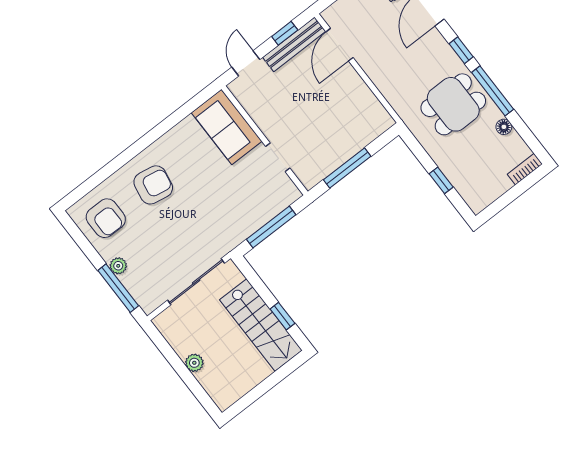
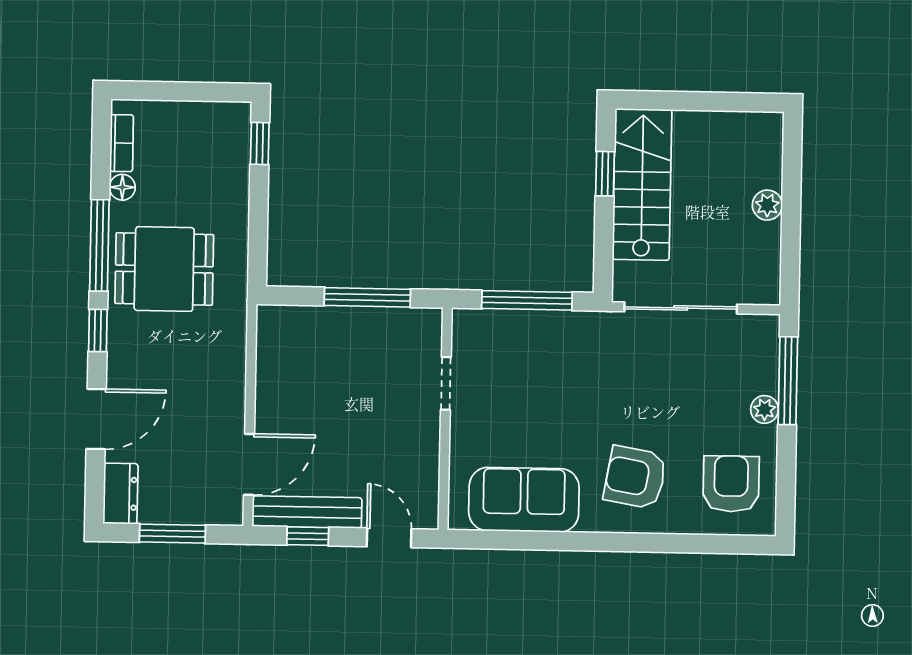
door: (246, 63) -> (389, 538), swing flipped
sofa: (227, 127) -> (524, 500), moved, turned -90
bookcase: (525, 169) -> (122, 143), moved, turned -90
window: (441, 180) -> (260, 144), moved

